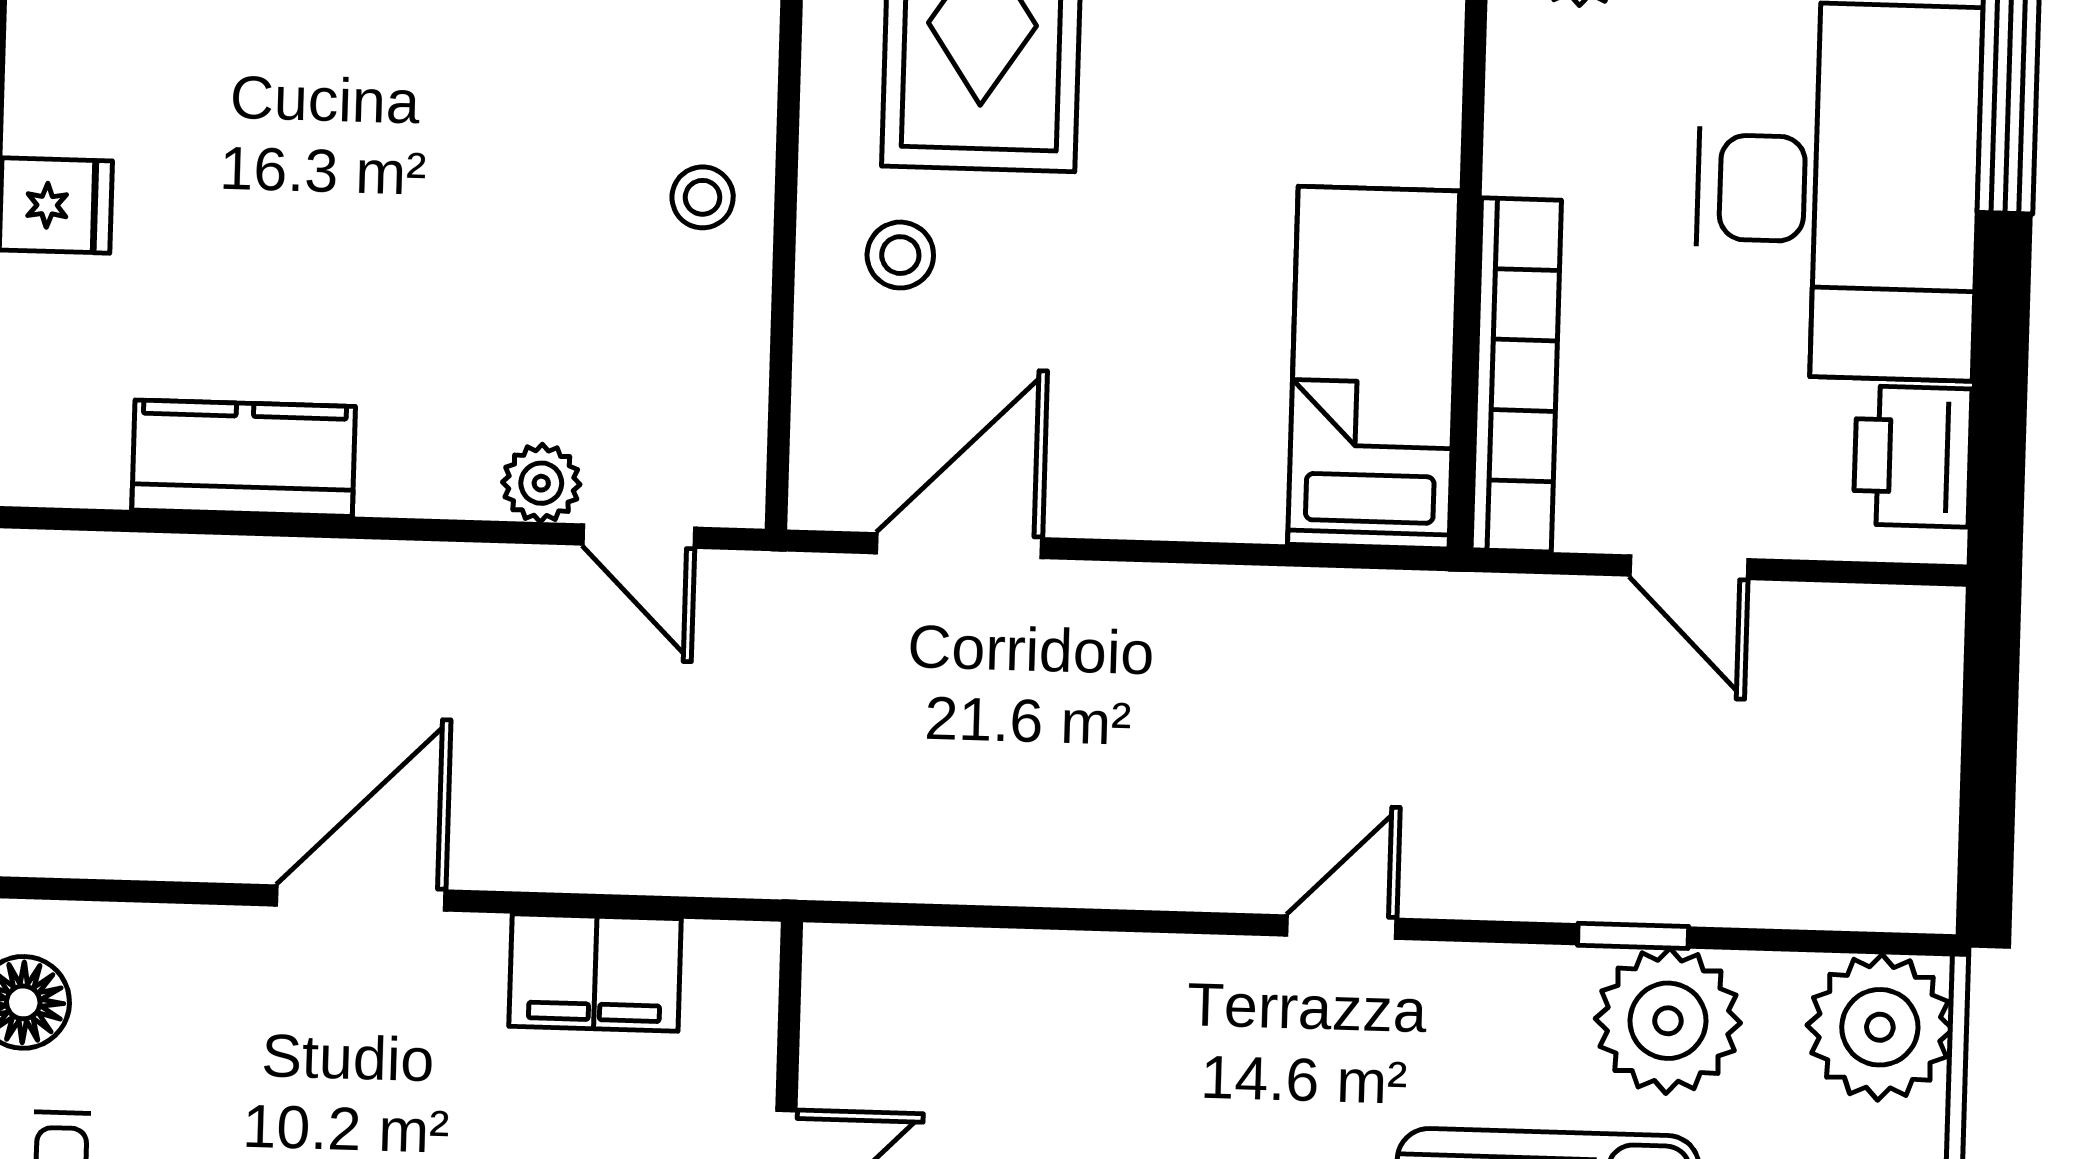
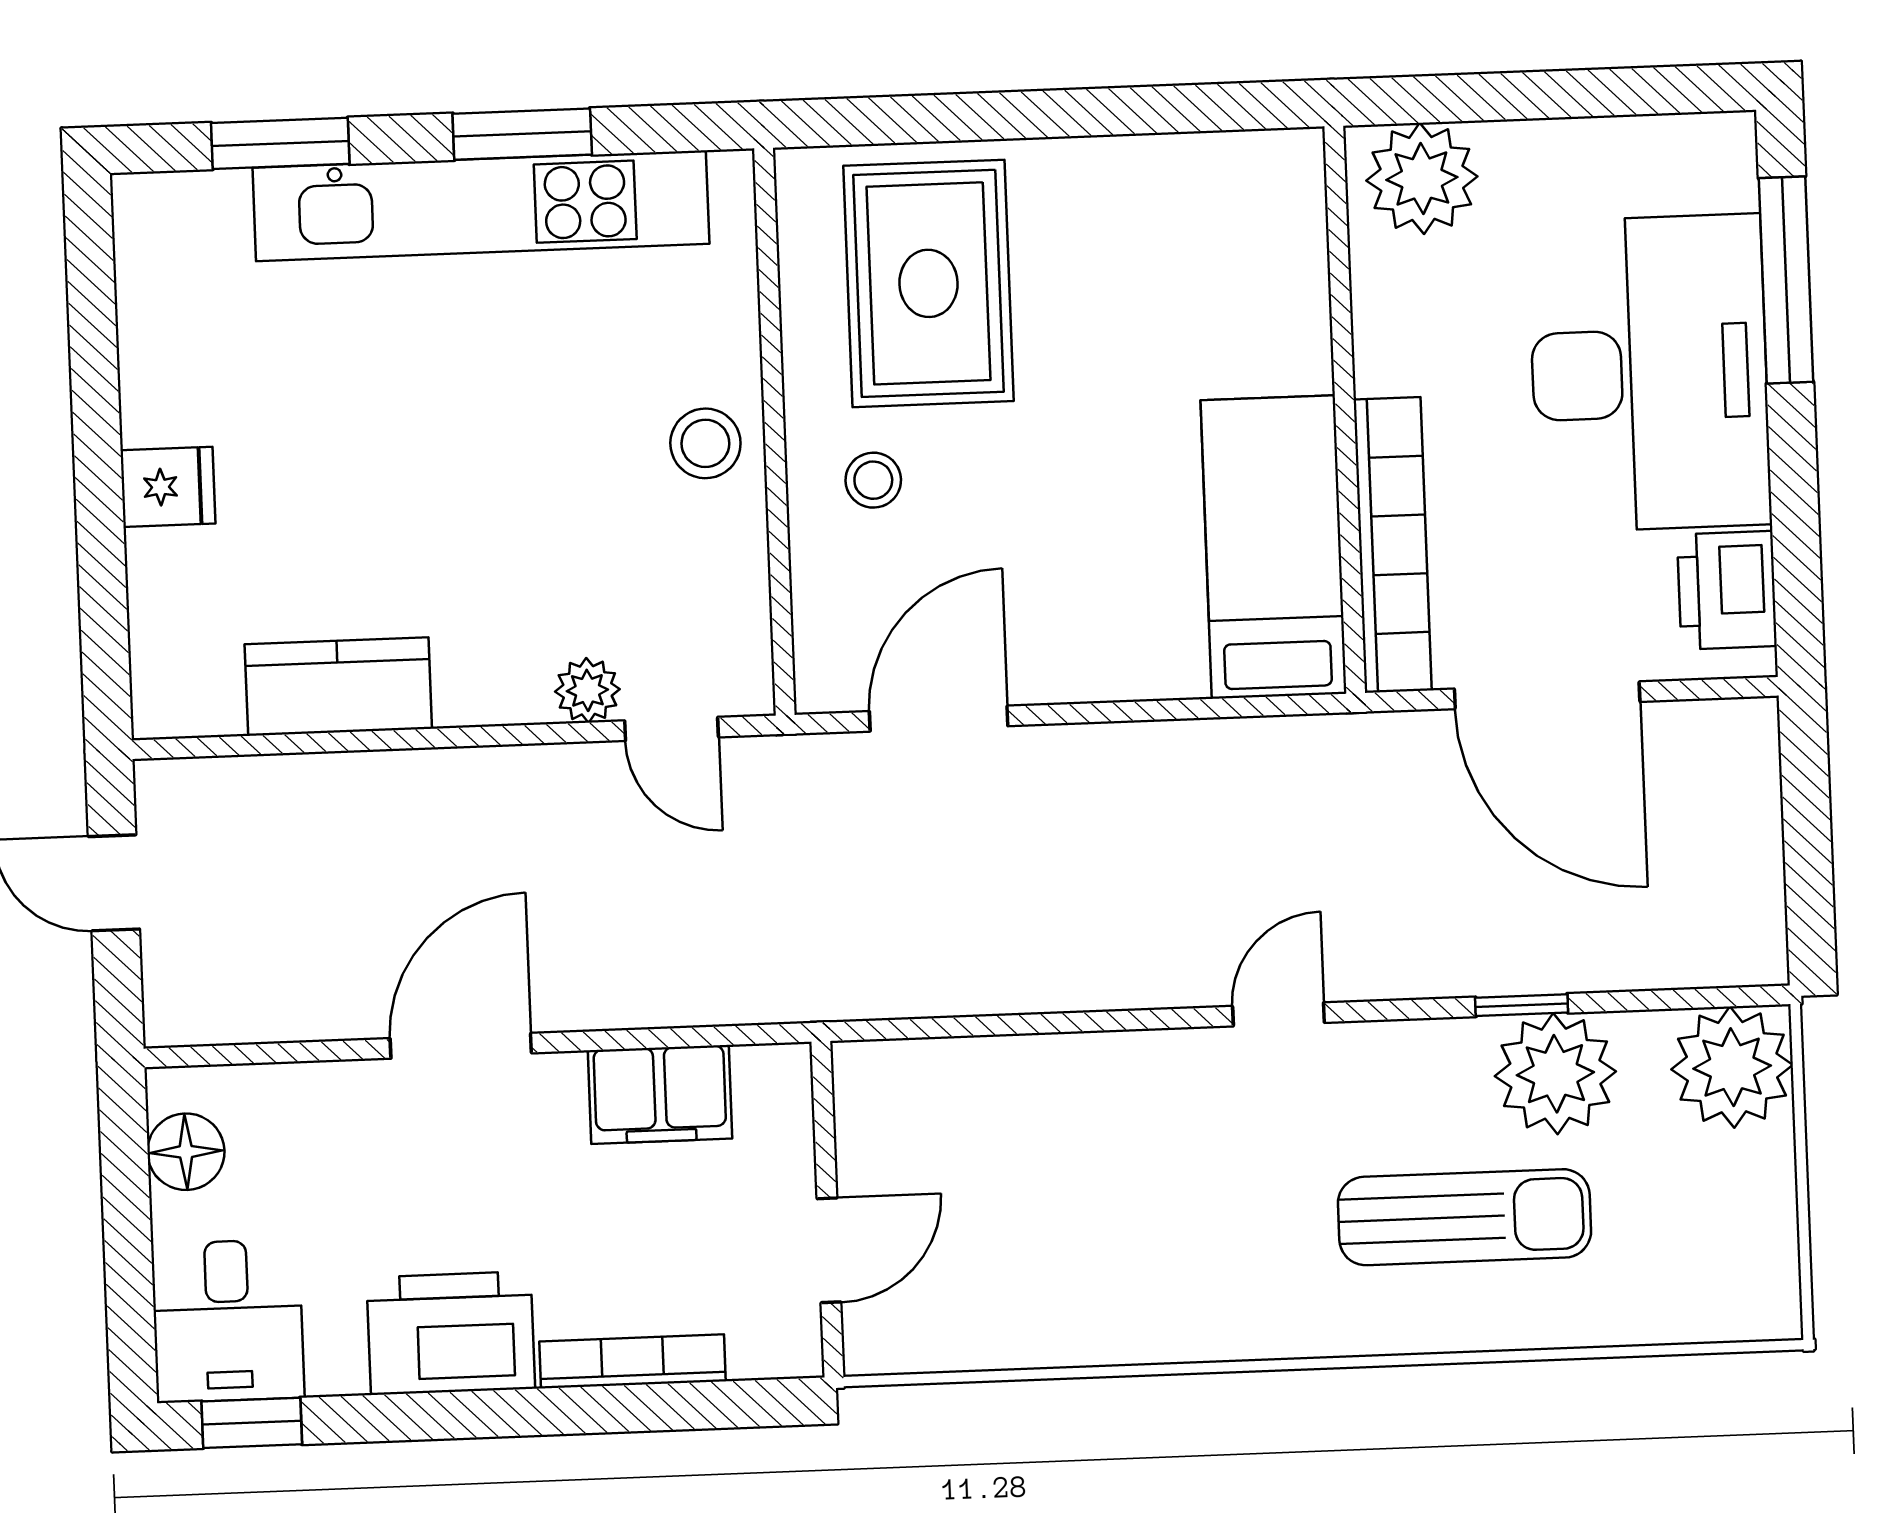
stool: (703, 197) -> (705, 443), width x1.37, depth x1.37
door: (1689, 567) -> (1547, 695), width x1.88

